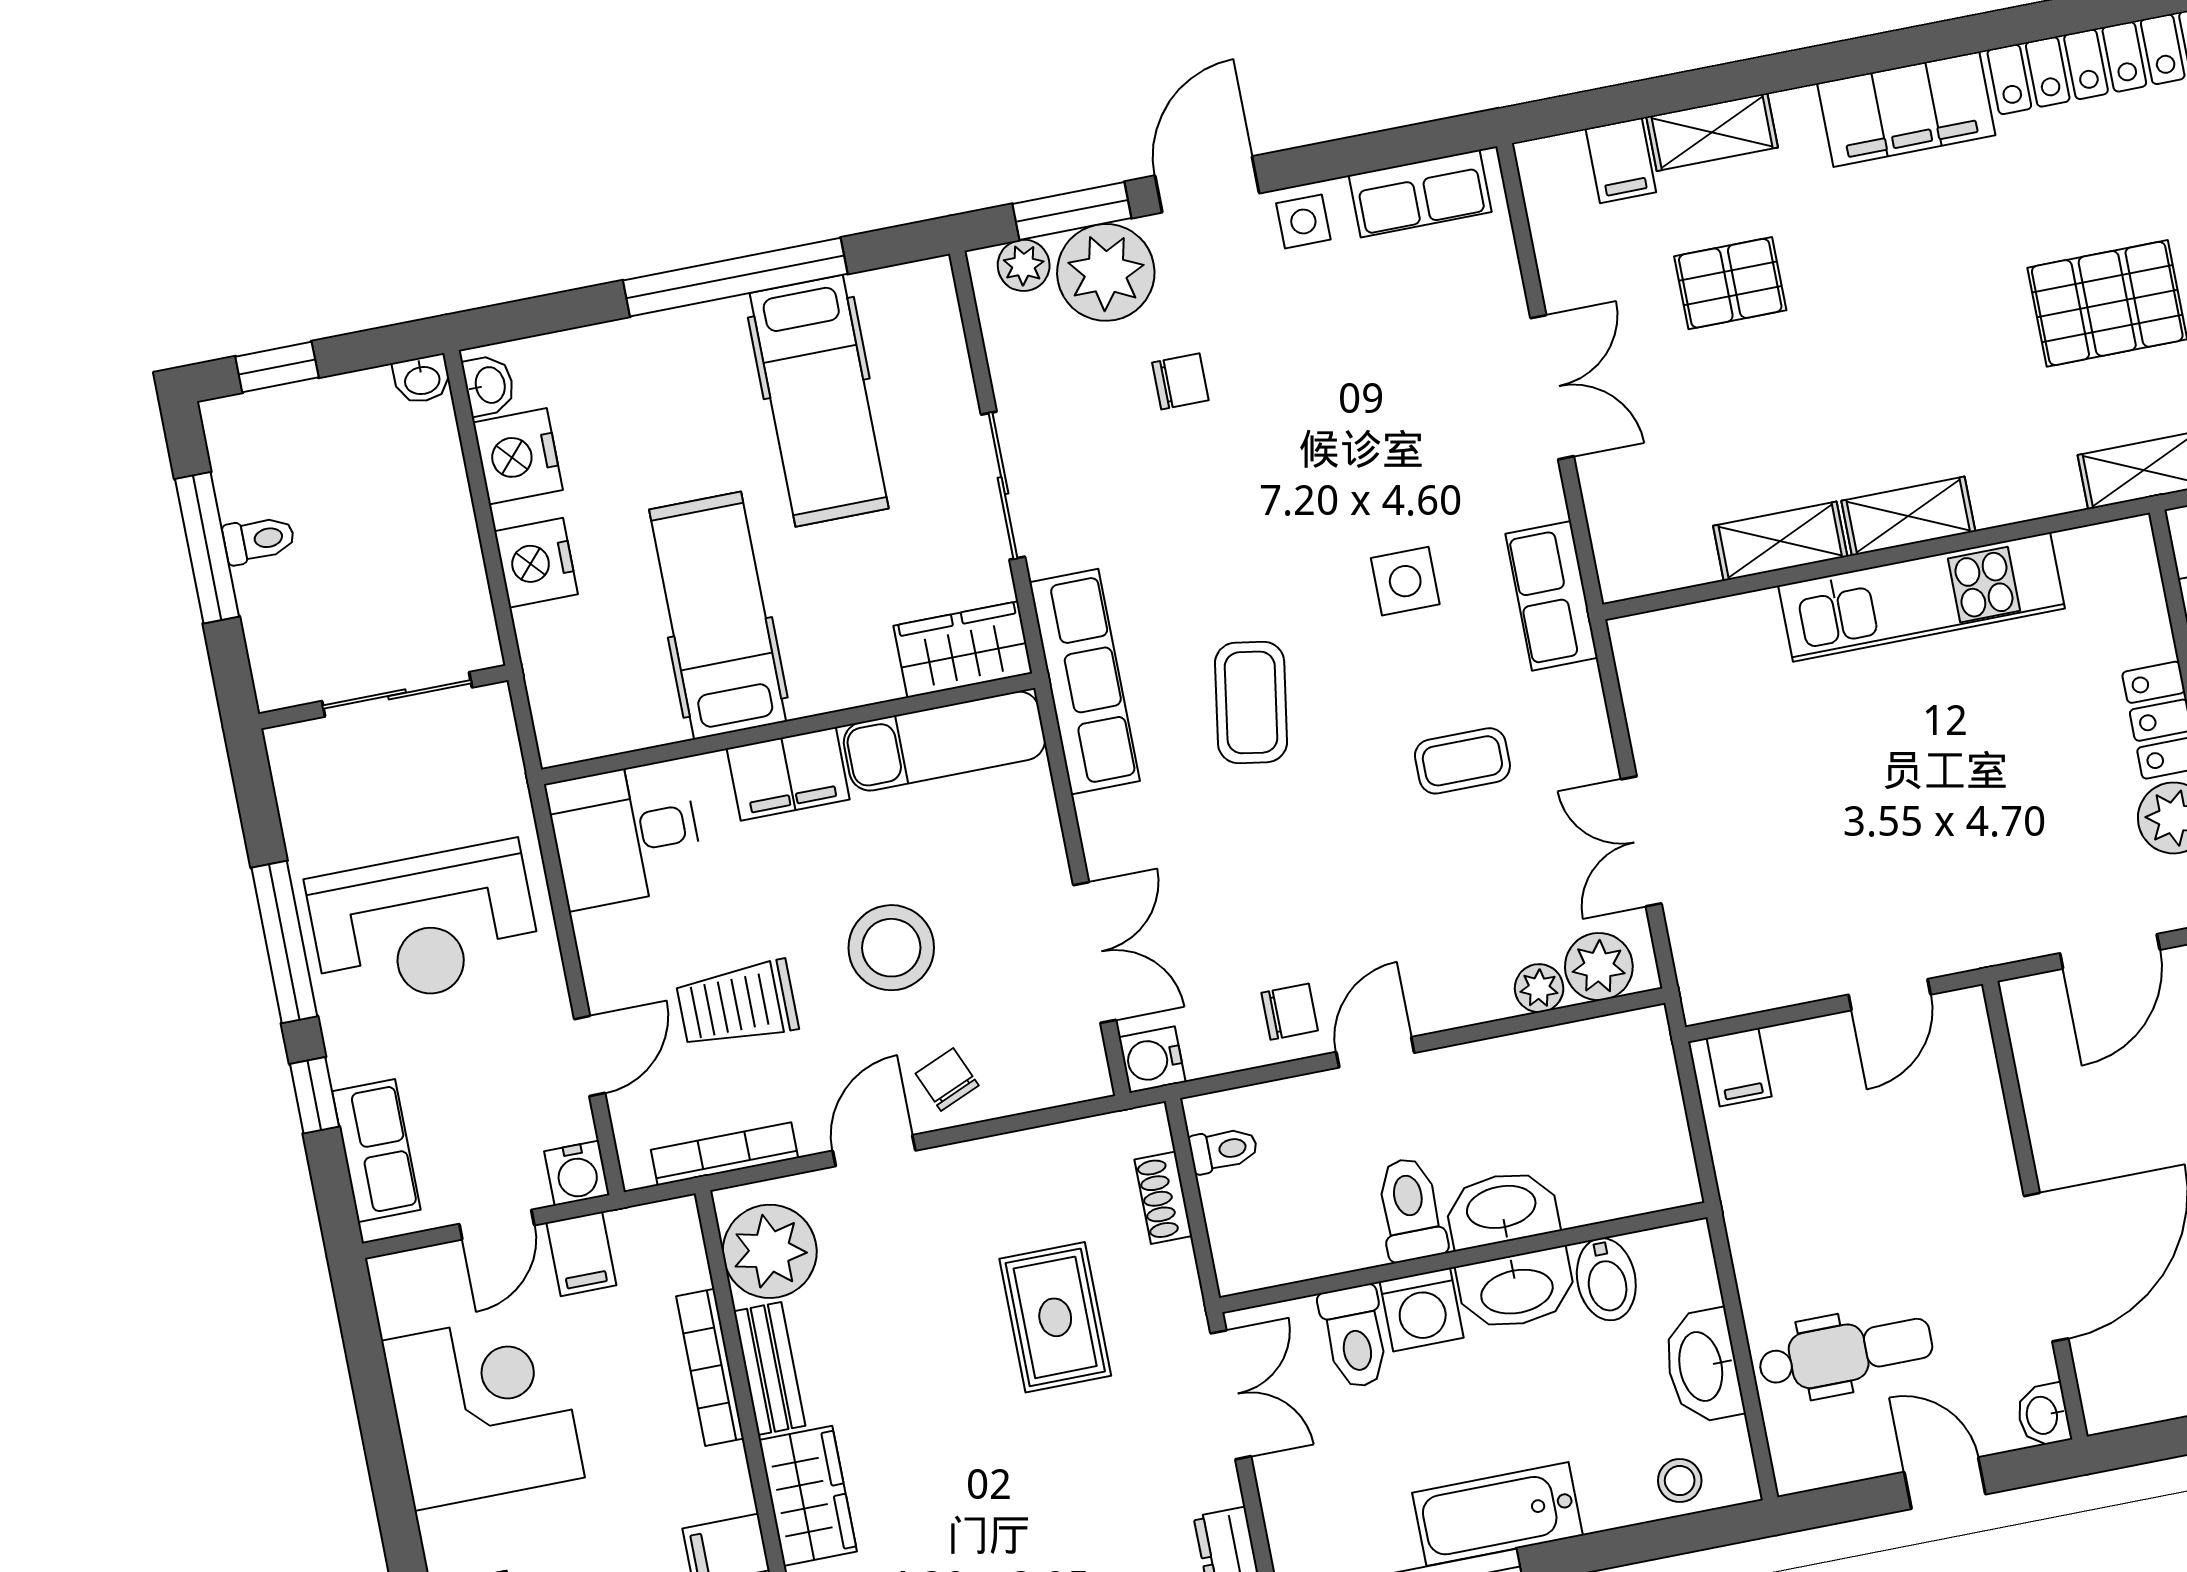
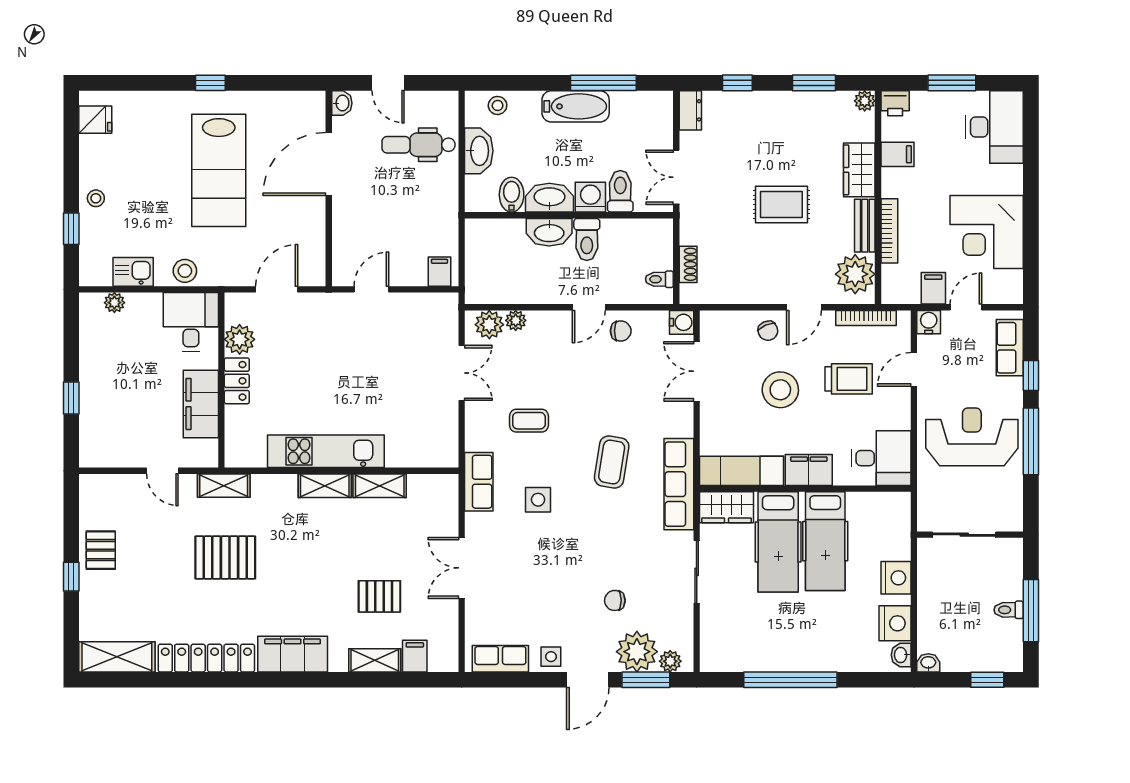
hospital bed: (819, 401) -> (778, 542), moved, turned 180
chair: (1290, 1012) -> (621, 331), turned 180
rug: (1055, 1317) -> (781, 205), moved, turned 90

